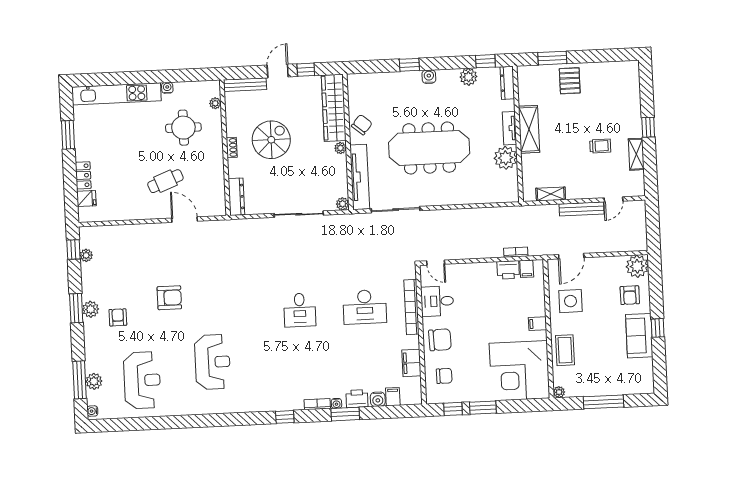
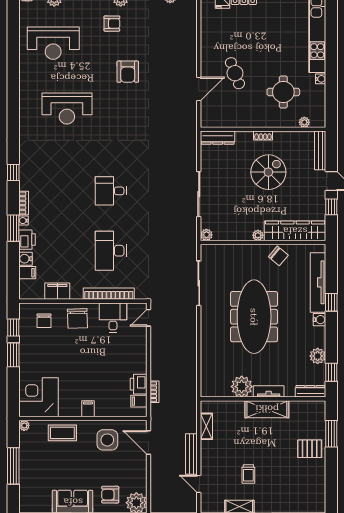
spiral stairs: (271, 140) -> (268, 172), turned -90
tv unit: (360, 177) -> (318, 282), moved, turned 90
corner desk: (520, 371) -> (38, 397), width x0.74, depth x0.74

